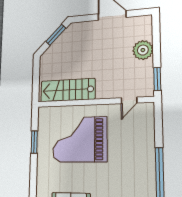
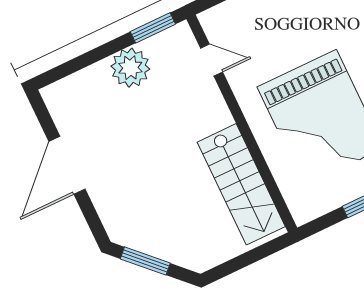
plant: (143, 50) -> (130, 68), moved

